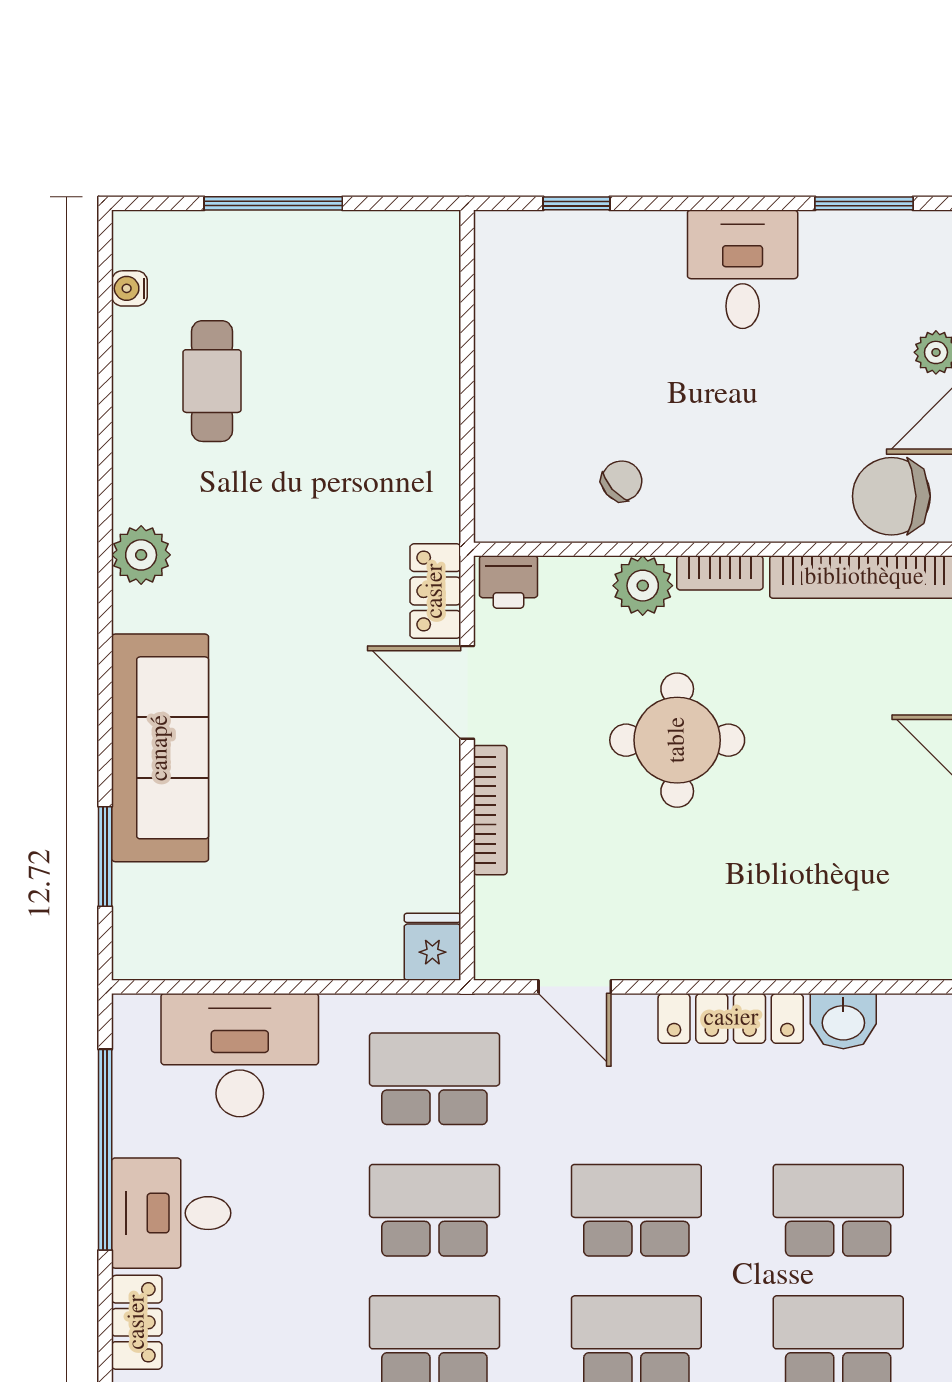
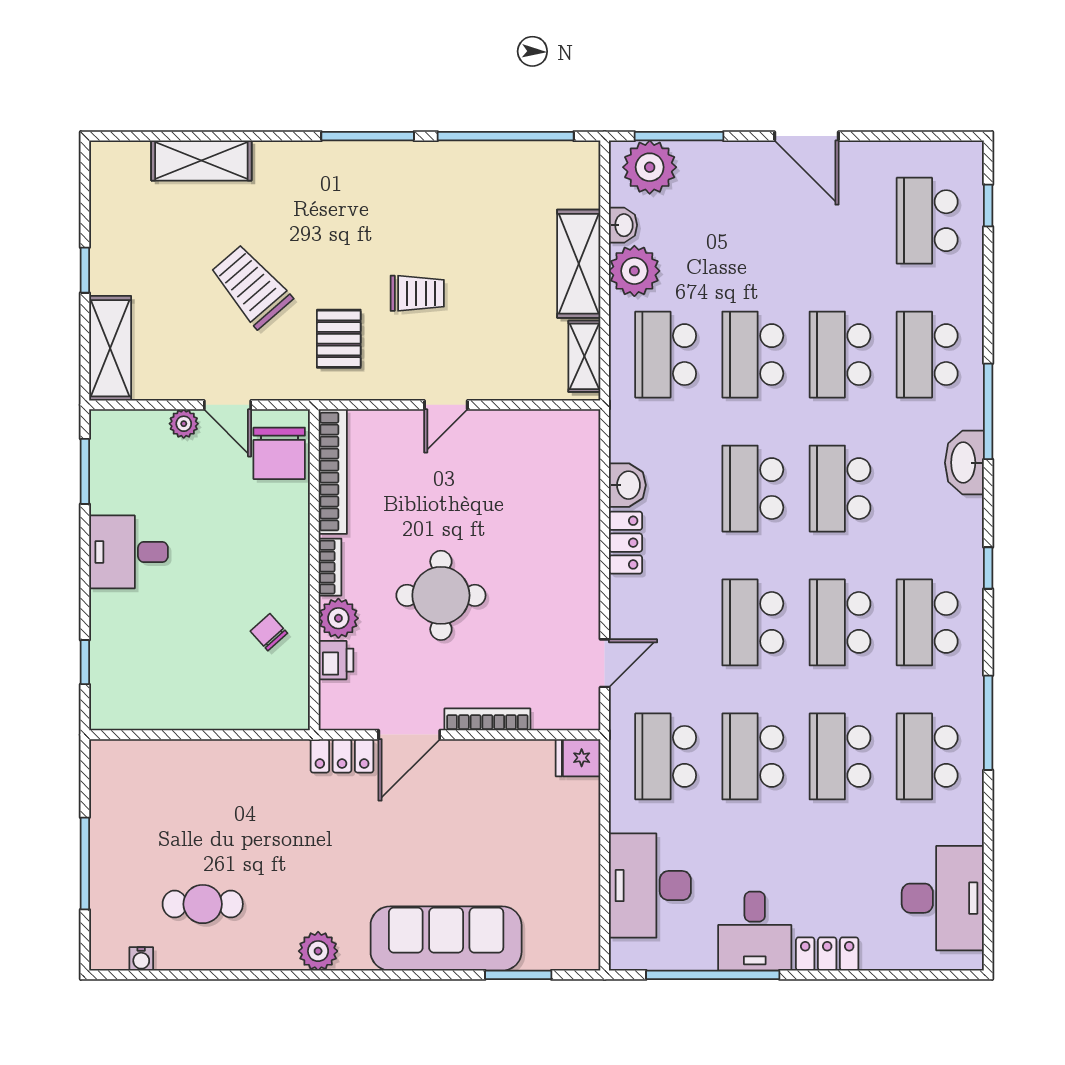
printer: (508, 582) -> (336, 660), moved
locker: (731, 1018) -> (626, 543), width x0.66

